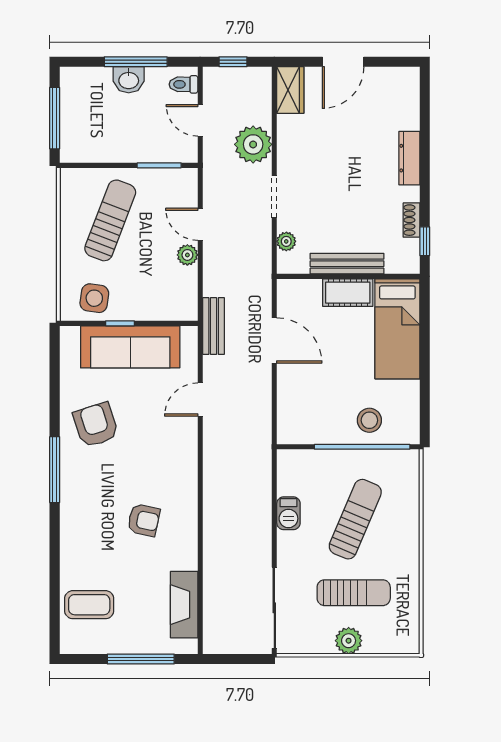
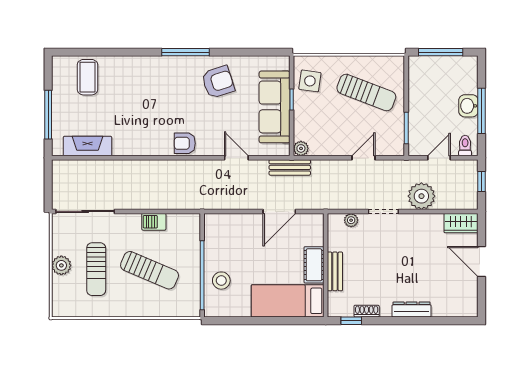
plant: (187, 255) -> (301, 148), moved
bench: (347, 264) -> (335, 271), width x0.73
armchair: (144, 520) -> (185, 143), moved, turned 78

